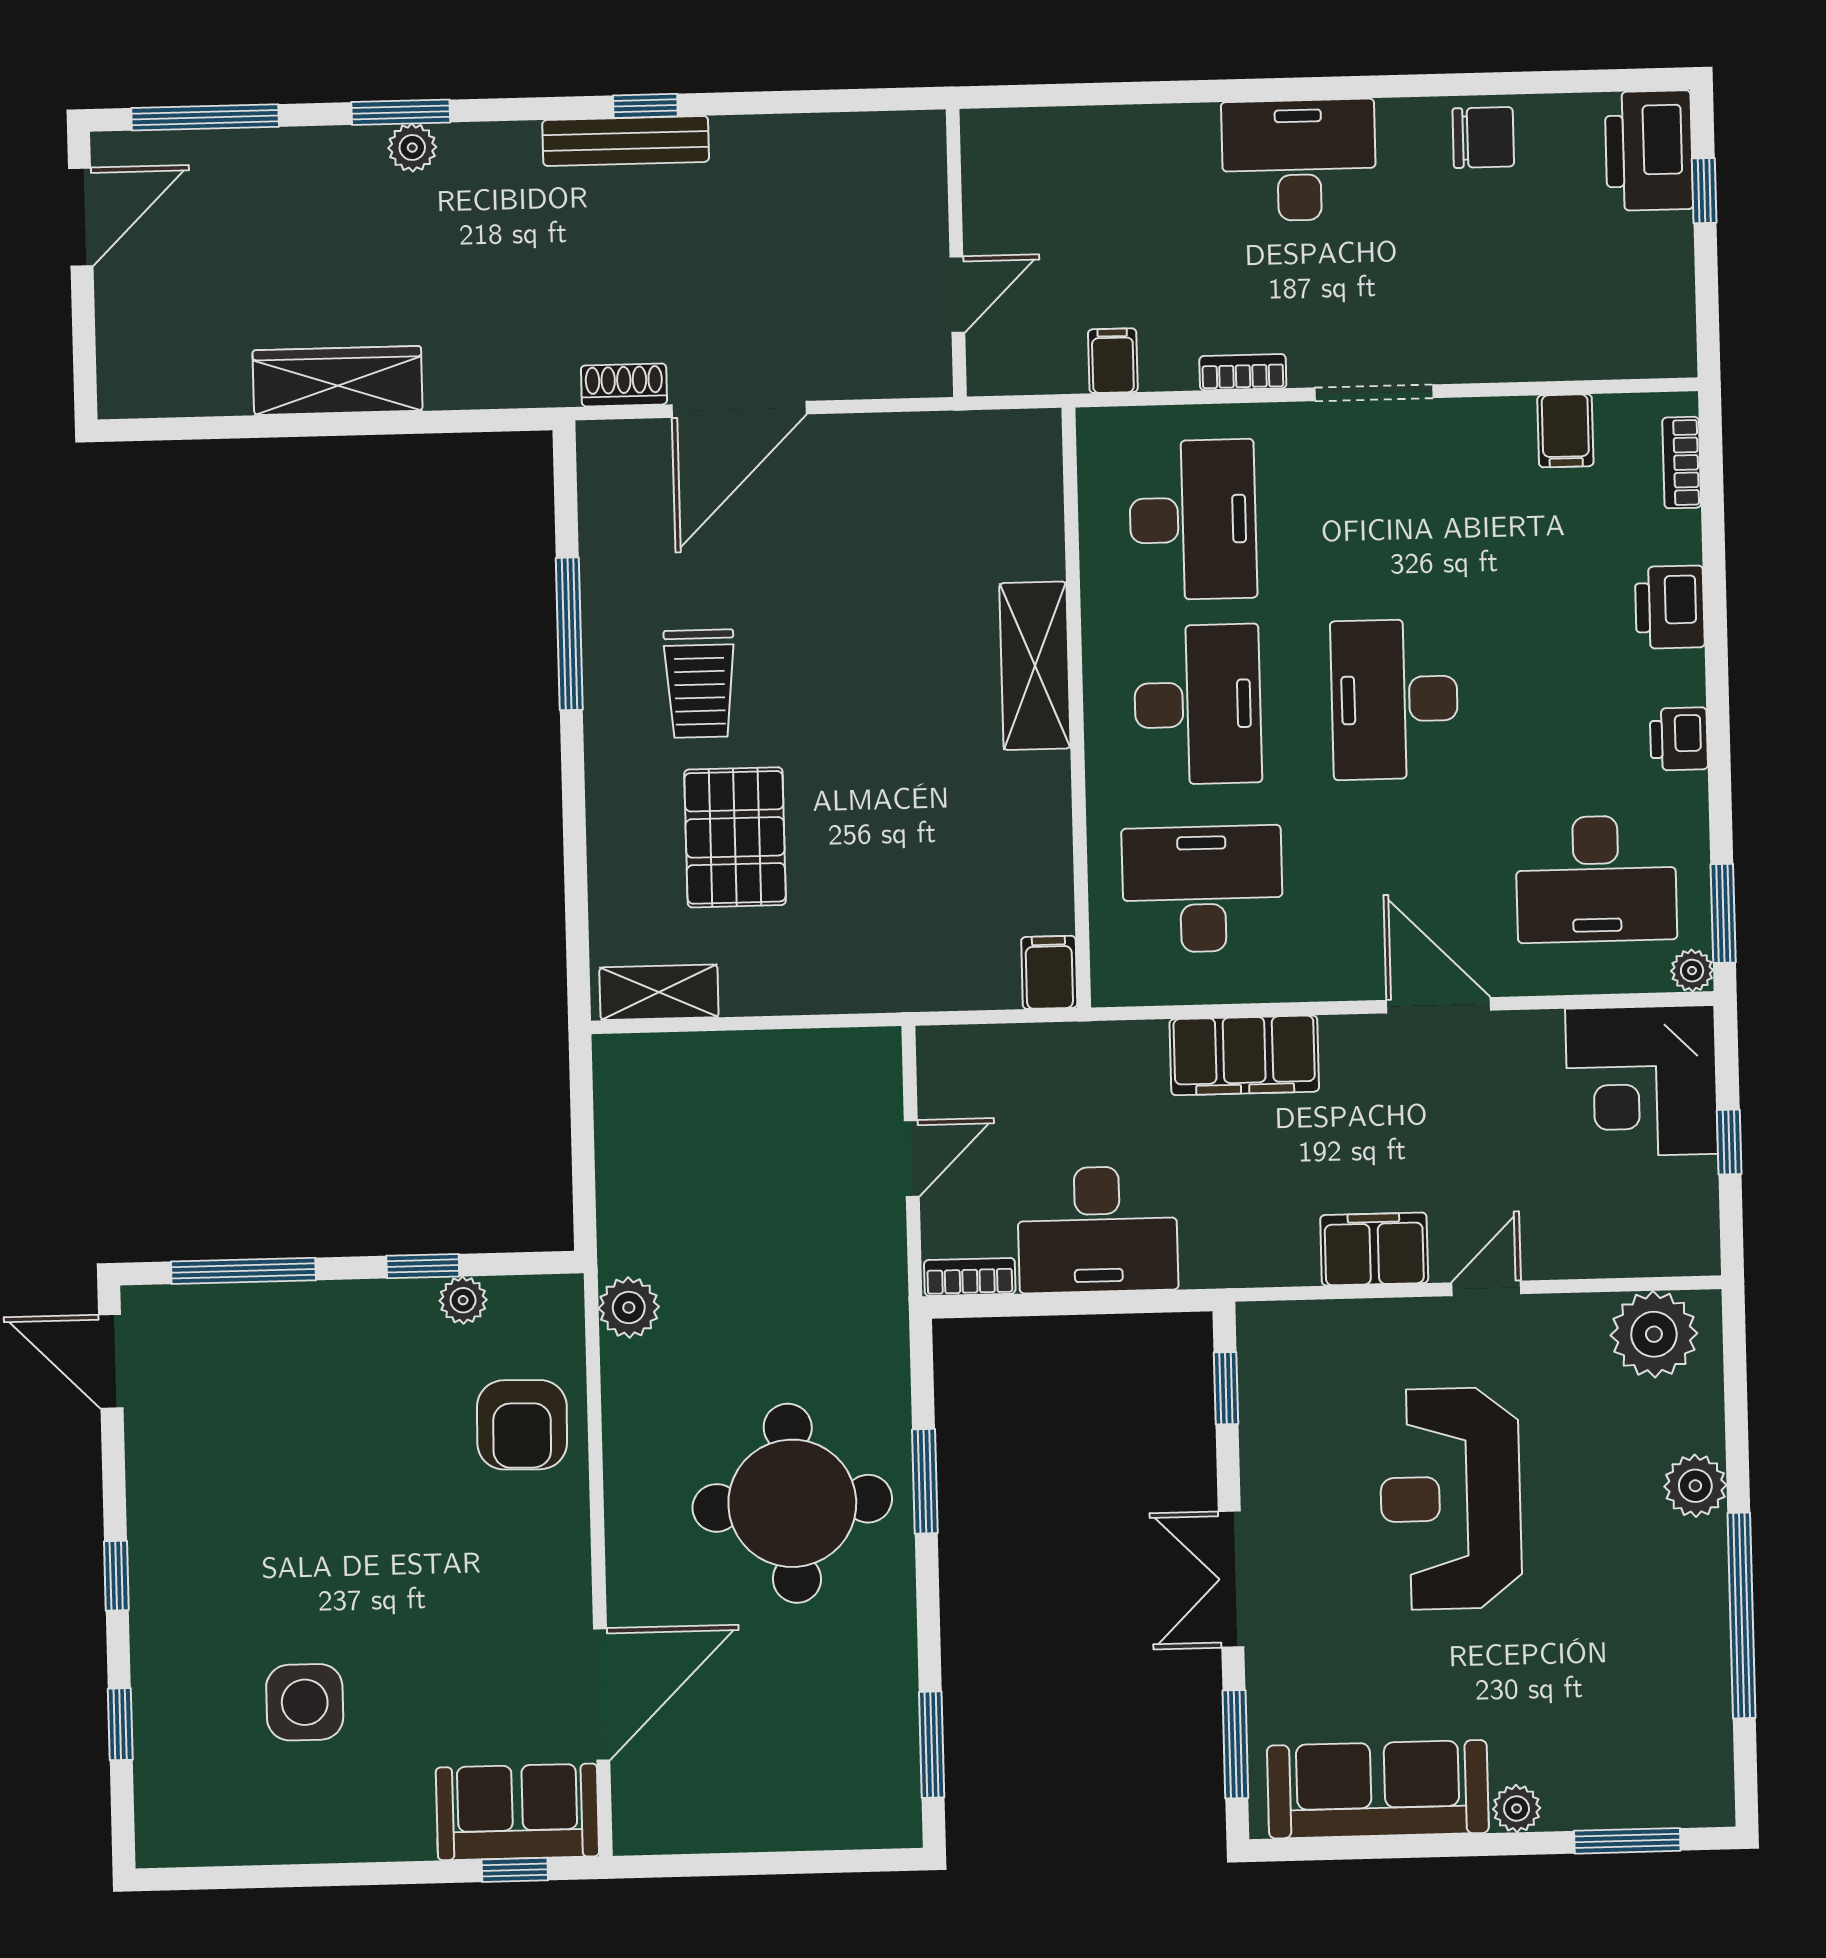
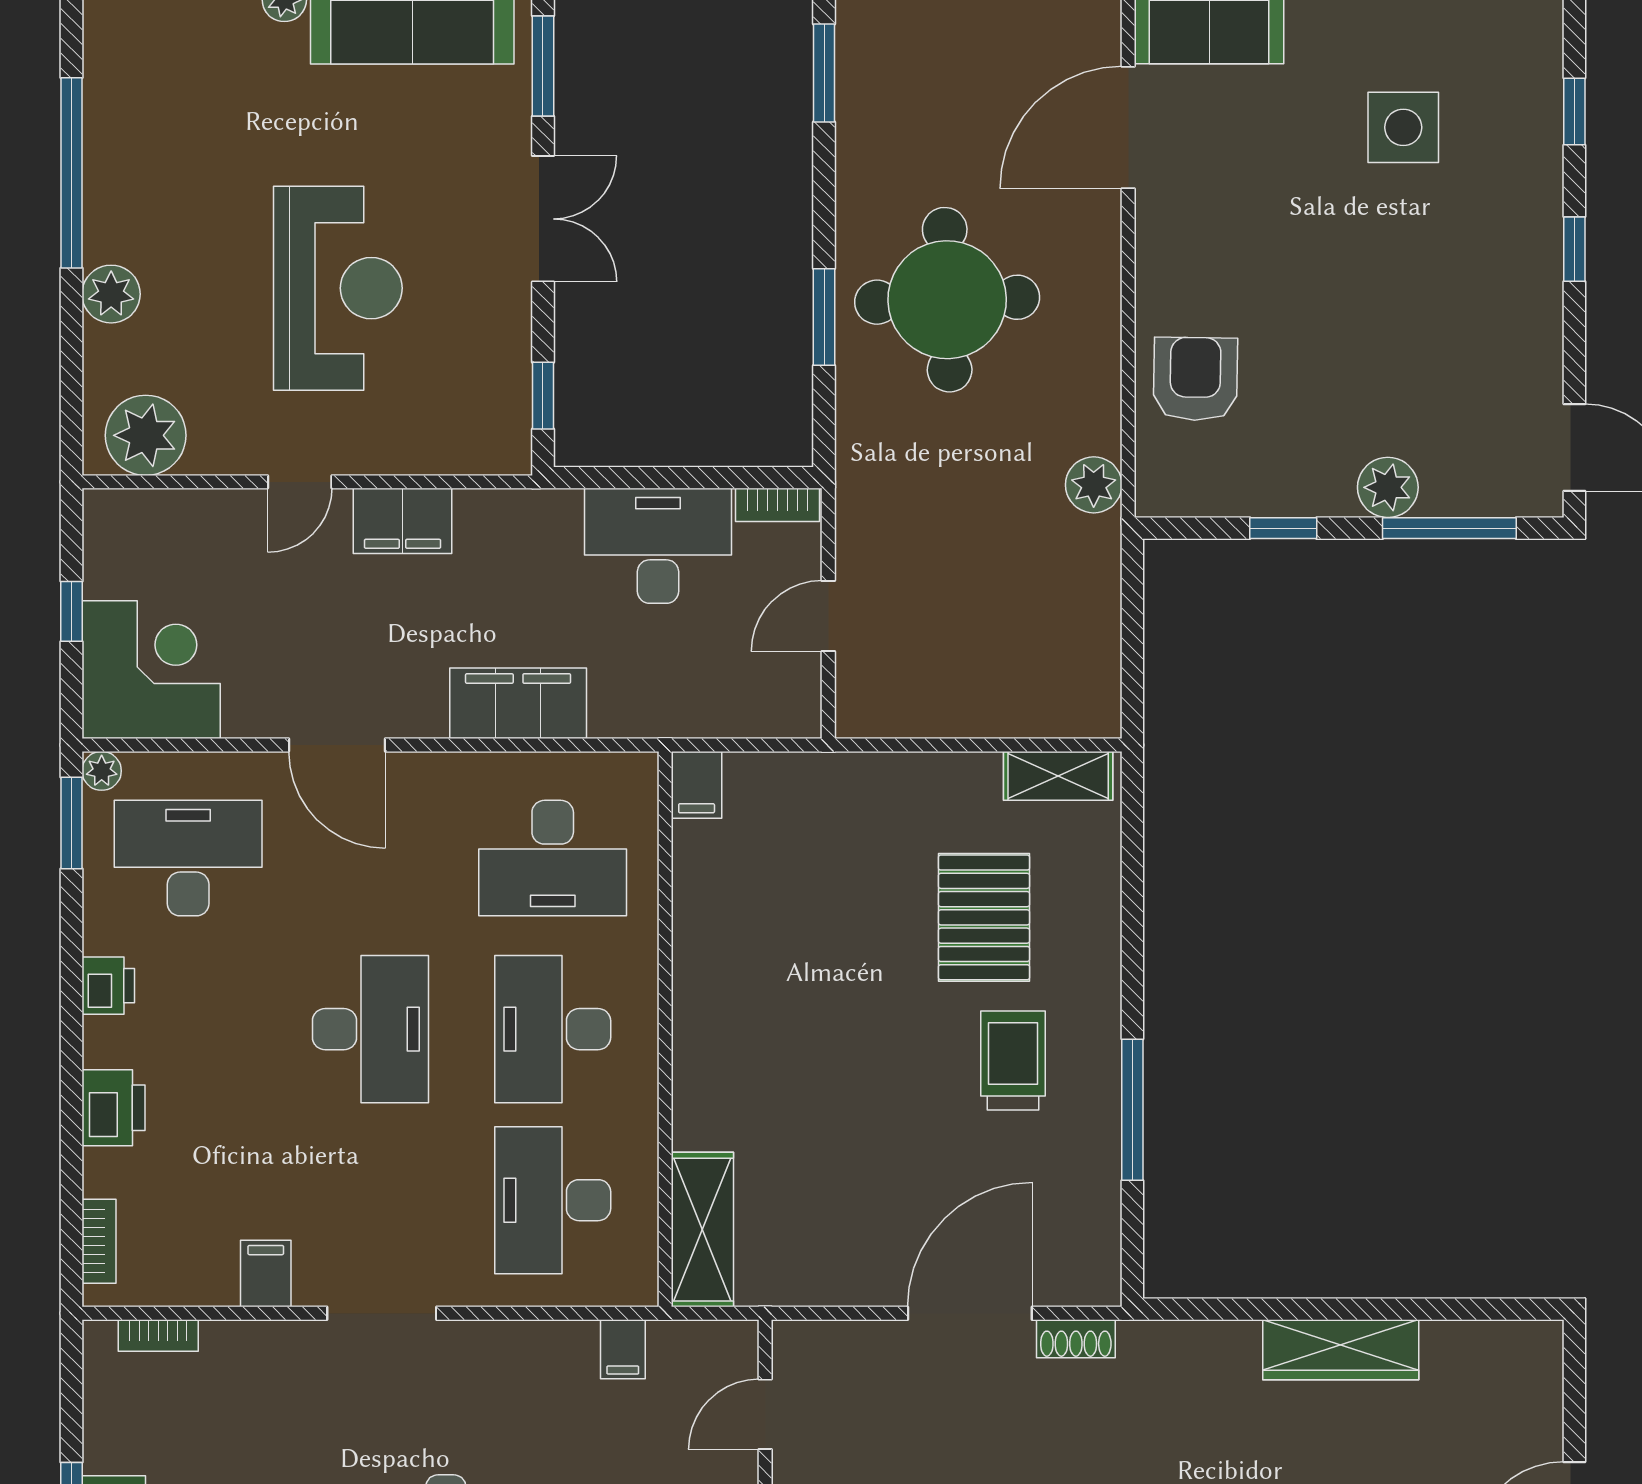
bookcase: (1243, 372) -> (158, 1336), moved
filing cabinet: (1565, 431) -> (266, 1274), moved
shelving: (1035, 666) -> (702, 1230), moved
plant: (463, 1300) -> (1388, 487), moved, width x1.38, depth x1.38

